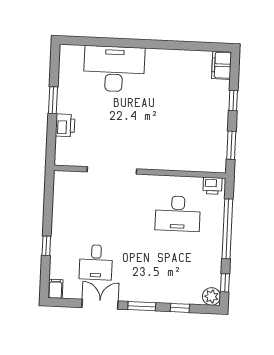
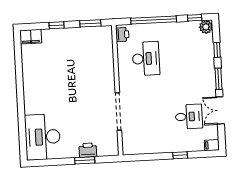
desk: (114, 69) -> (43, 137), moved
window: (53, 100) -> (85, 160), moved

